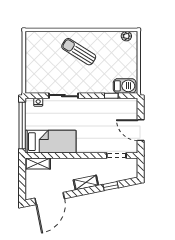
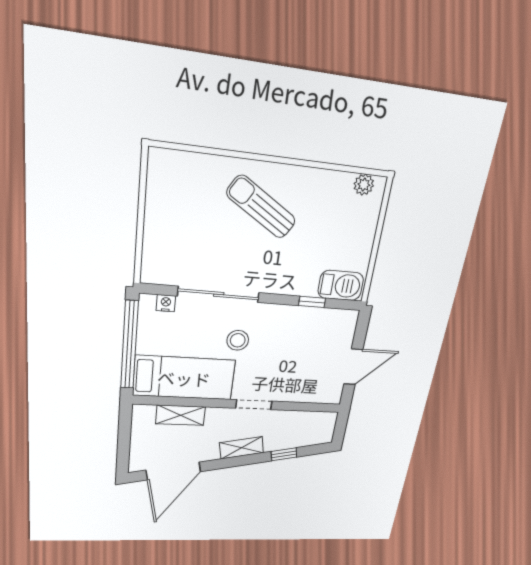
sliding door: (63, 96) -> (219, 294), width x1.37
stool: (76, 119) -> (238, 340), added
door: (141, 130) -> (353, 367), swing flipped
doorway: (116, 155) -> (254, 405), moved
shelving: (38, 164) -> (181, 415), moved

